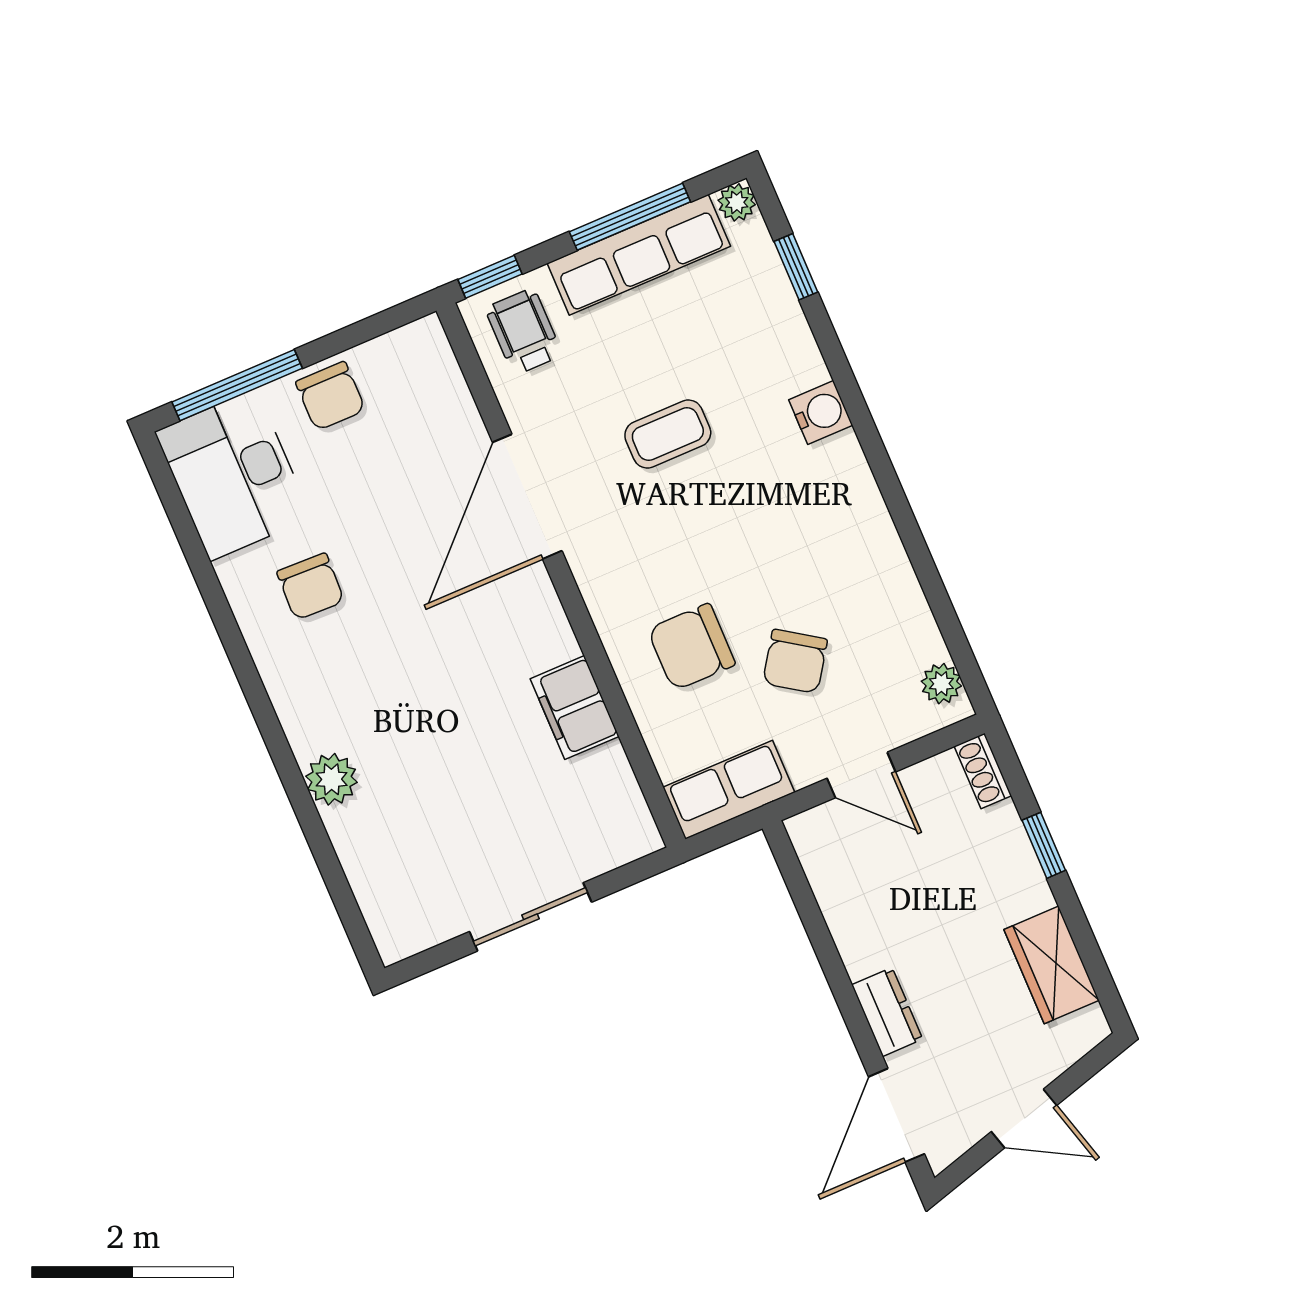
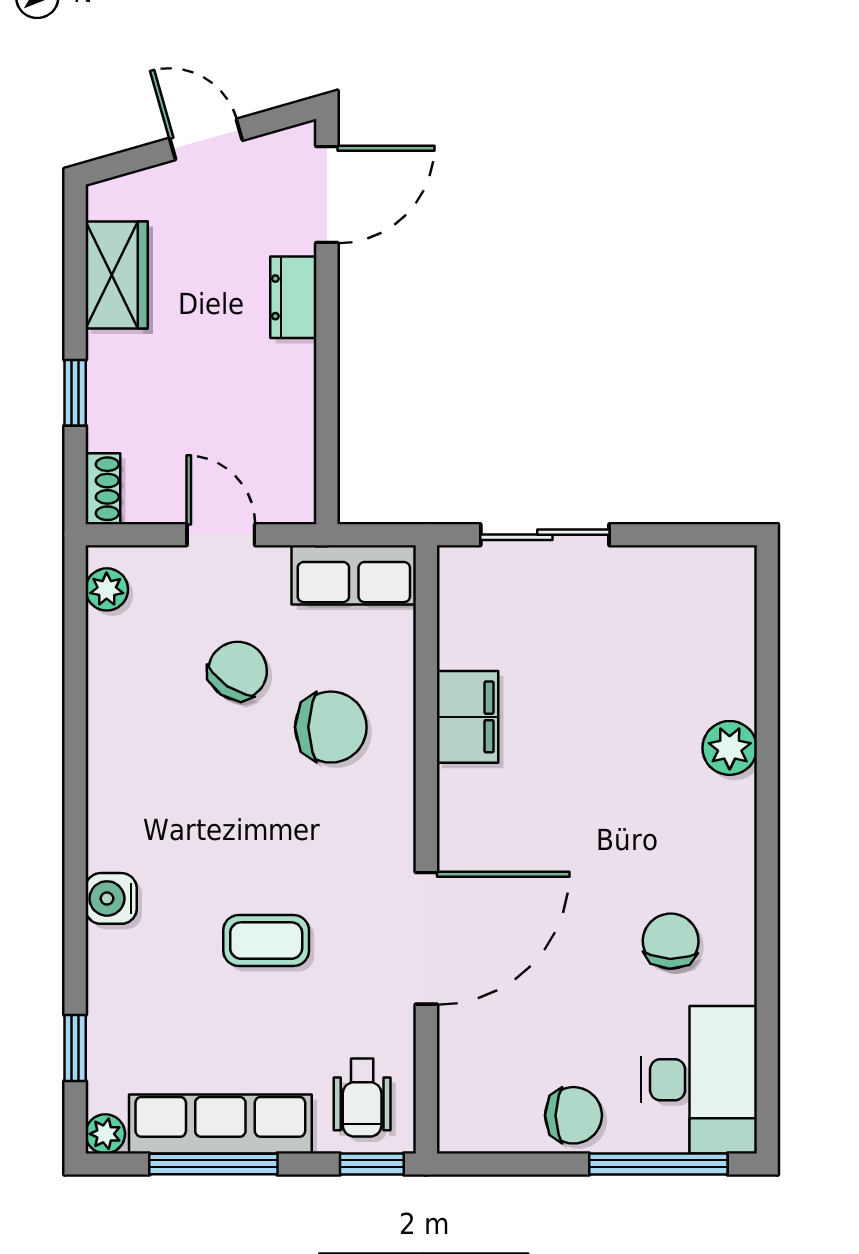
chair: (330, 396) -> (573, 1115), turned 90
sliding door: (530, 917) -> (545, 535), moved

